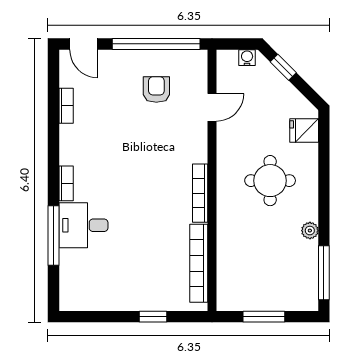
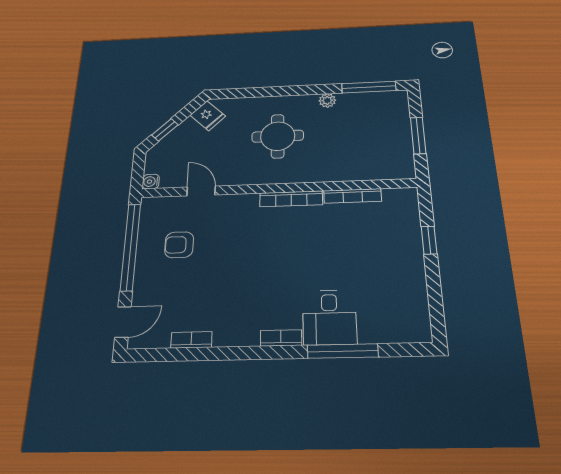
water cooler: (247, 58) -> (151, 182), moved
fridge: (304, 131) -> (208, 116), moved, turned -45
bookcase: (199, 263) -> (353, 196), width x0.68, depth x0.76

